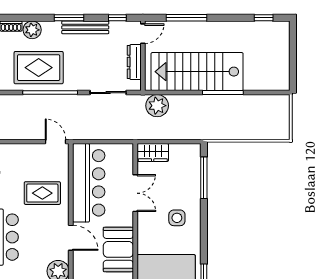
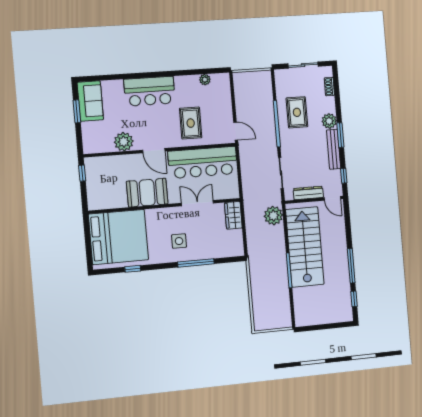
window: (186, 18) -> (351, 266), moved
plant: (32, 30) -> (329, 121), moved
rug: (39, 68) -> (297, 112), width x0.73, depth x0.70
door: (55, 142) -> (236, 131), hinge flipped
window: (204, 178) -> (196, 263), moved
double door: (135, 193) -> (197, 203), swing flipped
door: (71, 238) -> (154, 151), hinge flipped

